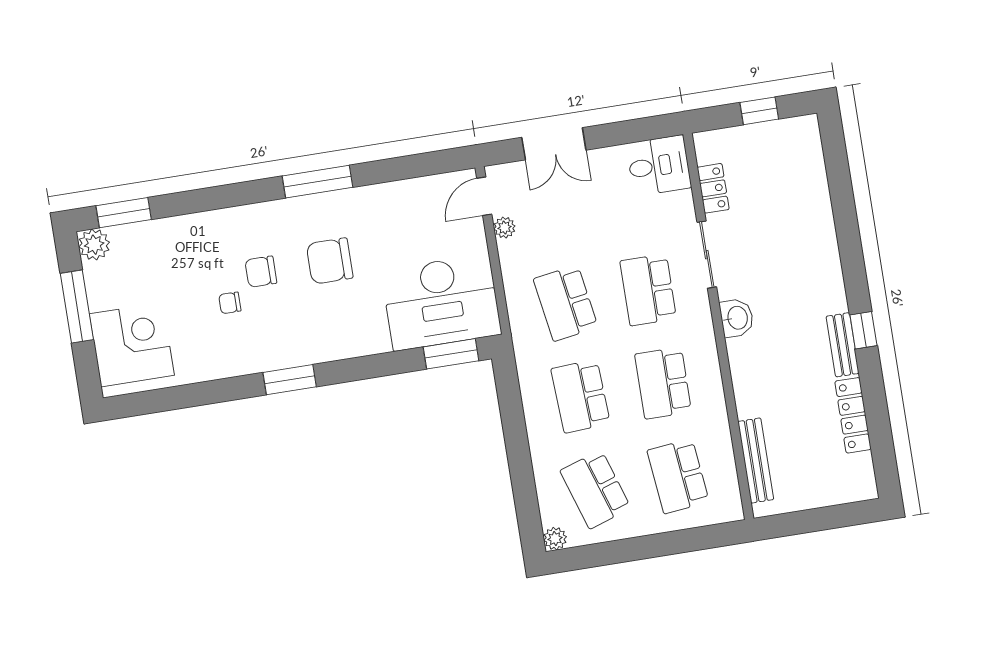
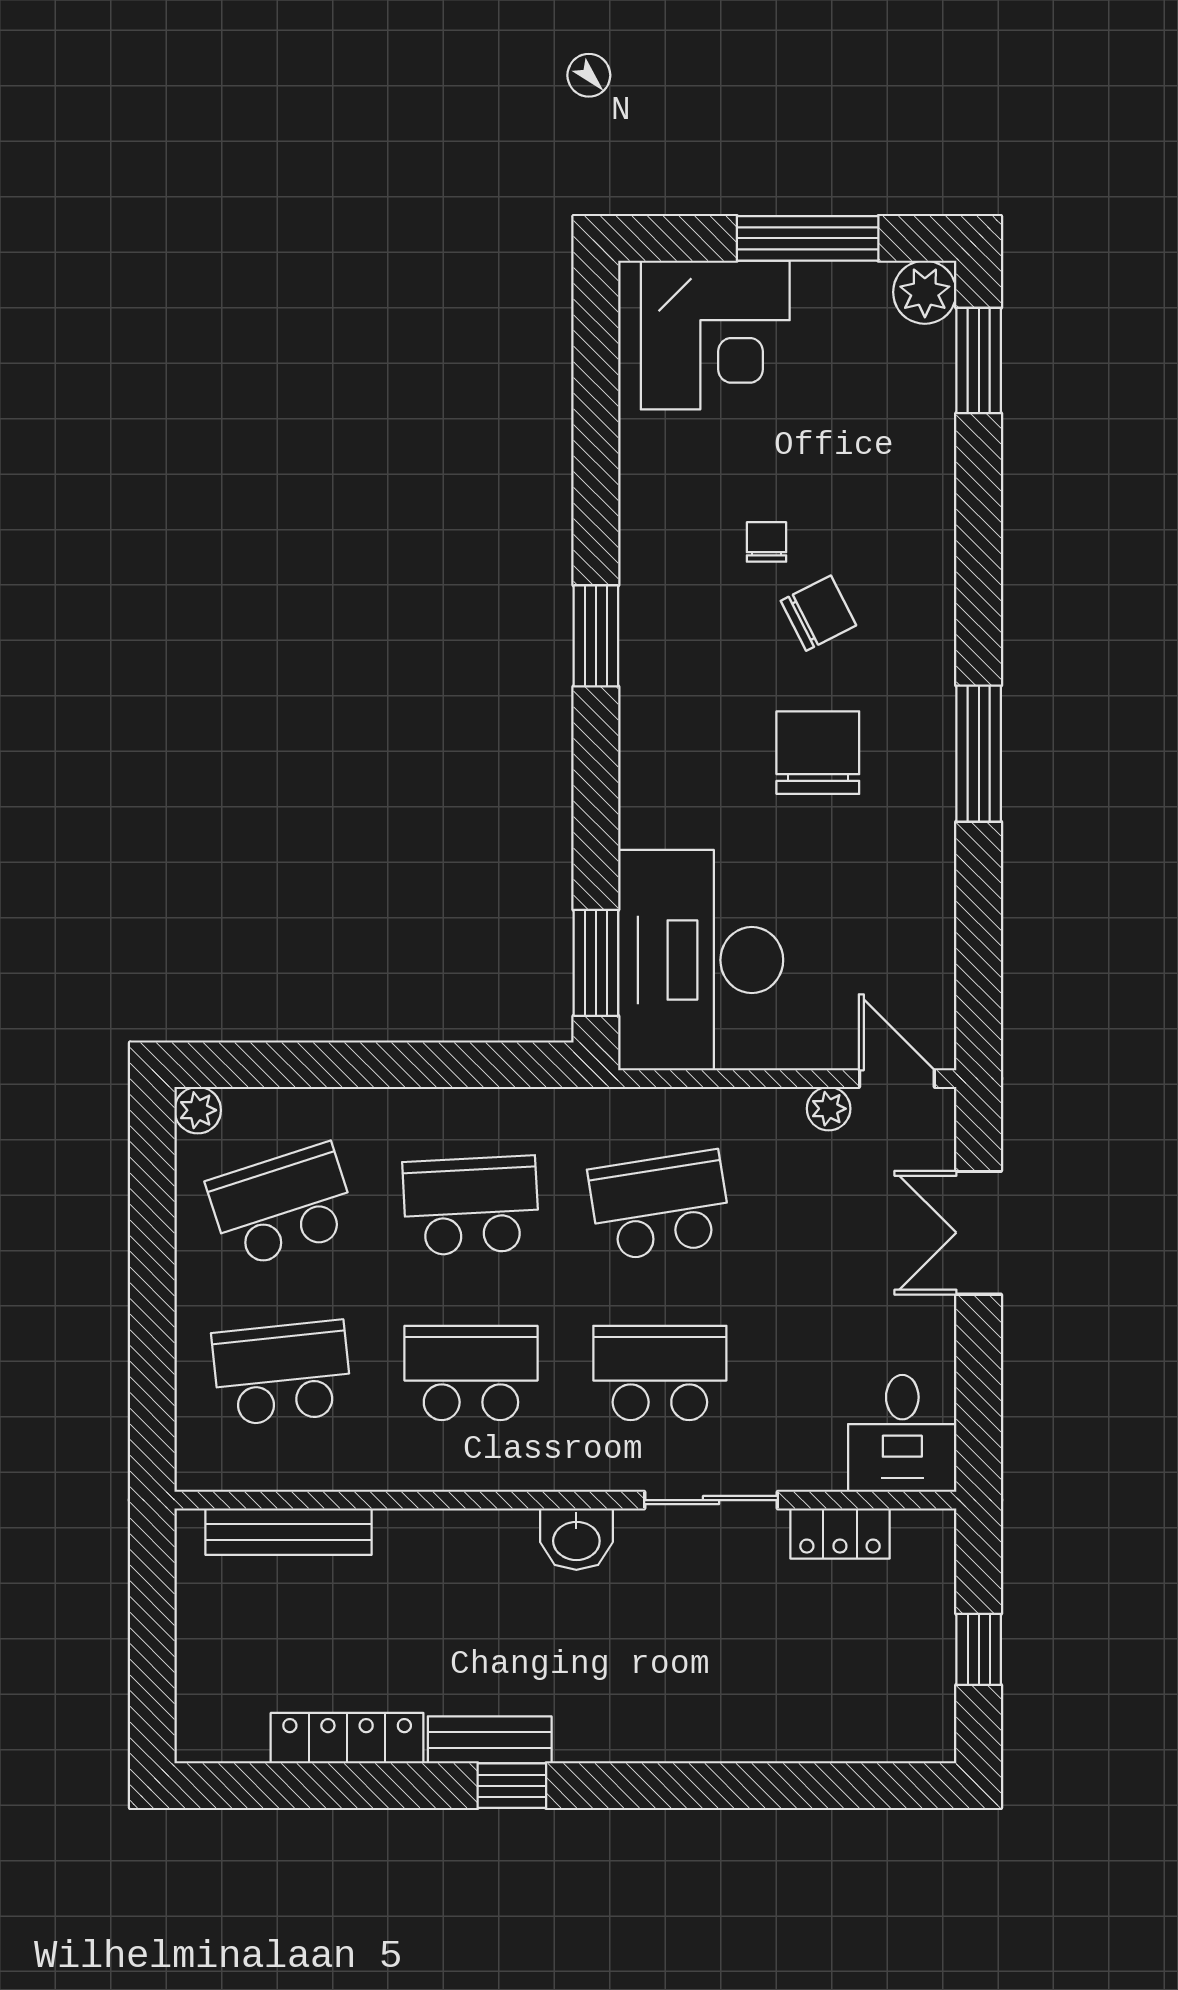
chair: (261, 272) -> (818, 613), turned 63

